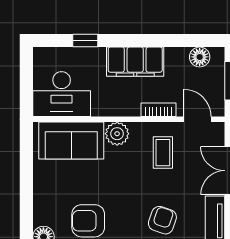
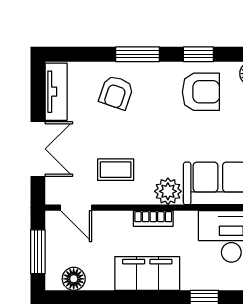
bookcase: (159, 110) -> (153, 219), moved
coffee table: (163, 153) -> (116, 170), turned 90

